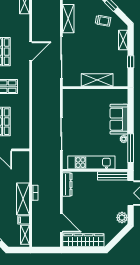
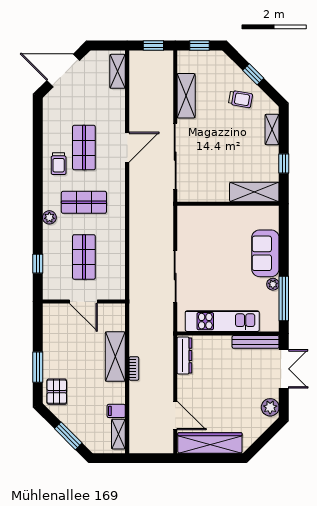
shelving: (97, 80) -> (254, 192), moved
shelving: (23, 199) -> (115, 357), moved

